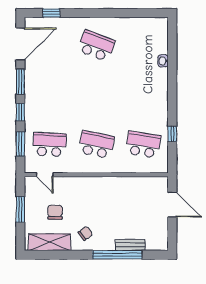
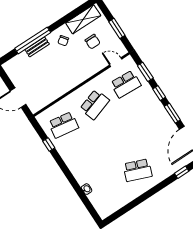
school desk: (96, 145) -> (95, 105), turned -30
bench: (130, 245) -> (37, 47), moved

